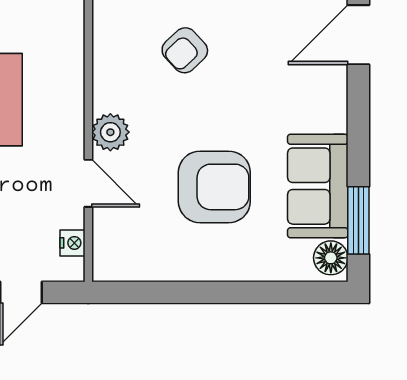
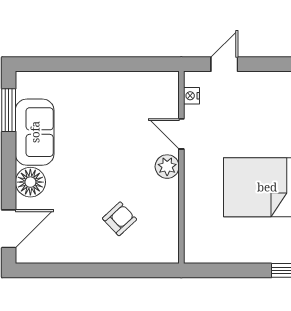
armchair: (214, 187) -> (101, 132), removed
floor lamp: (331, 258) -> (30, 182), moved, width x1.38, depth x1.38

